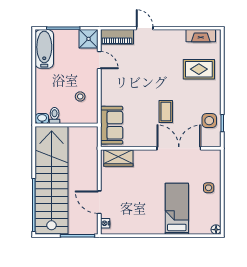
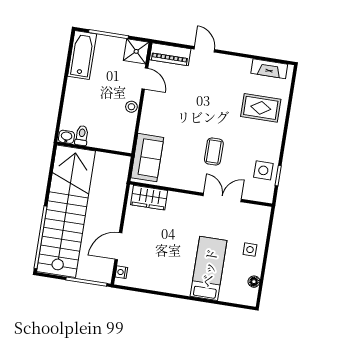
stool: (80, 96) -> (131, 107), moved
double door: (179, 148) -> (222, 197), width x0.73
door: (99, 202) -> (118, 246), hinge flipped
floor lamp: (216, 230) -> (254, 282), moved

